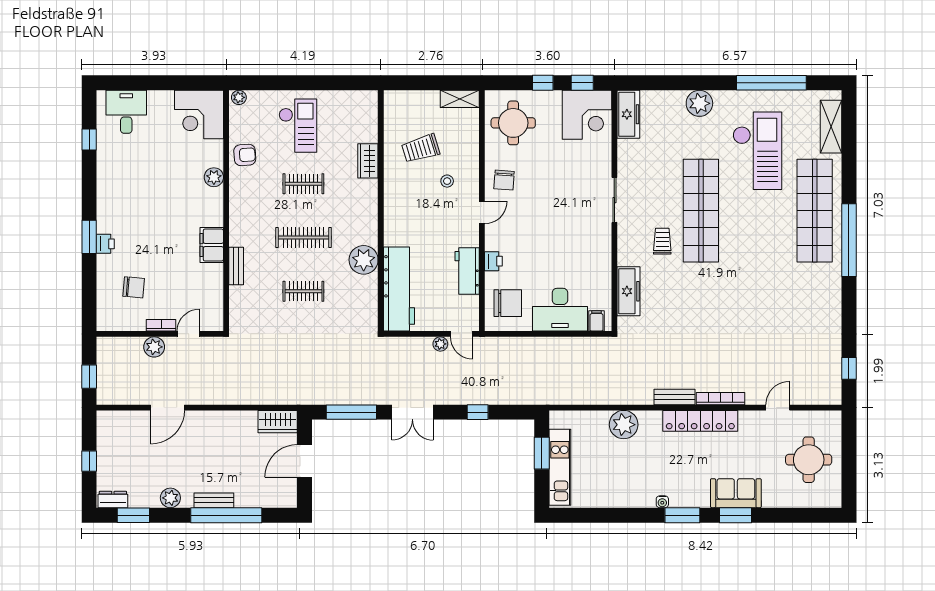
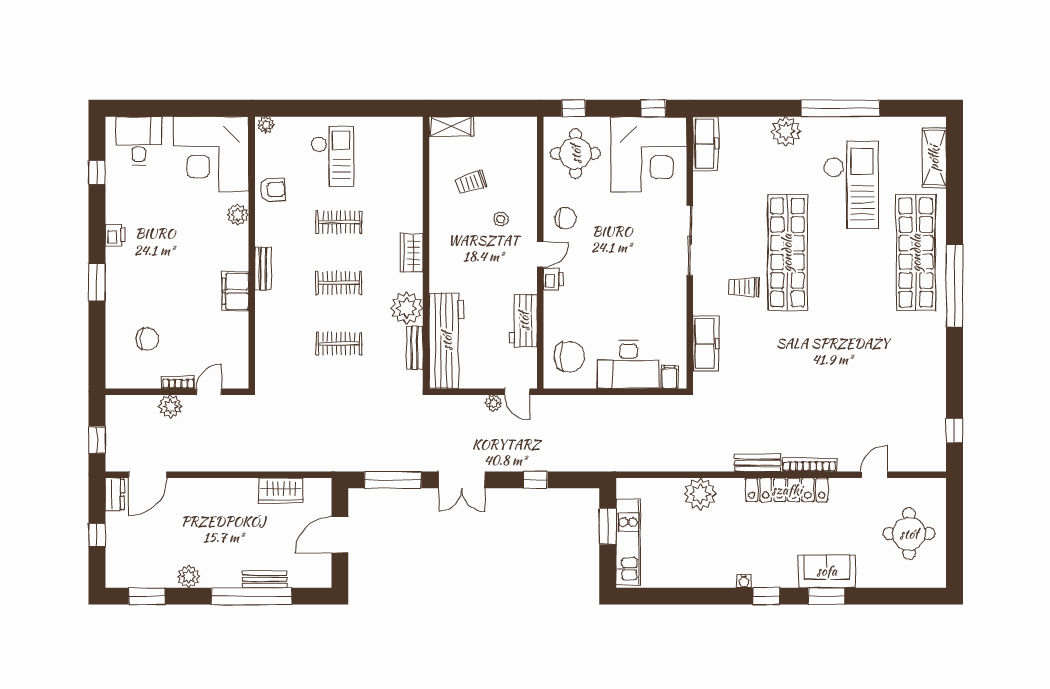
window: (543, 83) -> (574, 108), moved
window: (771, 83) -> (840, 108), moved
shelving: (460, 99) -> (451, 126), moved
corner desk: (199, 115) -> (211, 154), width x1.36, depth x1.36
corner desk: (587, 115) -> (649, 154), width x1.36, depth x1.36
trolley: (421, 149) -> (471, 182), width x0.73, depth x0.72
wardrobe: (368, 161) -> (412, 253), moved
chair: (504, 180) -> (565, 218), turned -94
sliding door: (614, 200) -> (690, 241), width x1.37
clothes rail: (303, 238) -> (339, 283), width x0.73
trolley: (662, 241) -> (744, 287), turned -90
printer: (105, 244) -> (115, 235), moved
printer: (493, 261) -> (553, 279), moved
bench: (236, 266) -> (263, 268), moved
bench: (371, 295) -> (415, 348), added
door: (168, 408) -> (148, 475), moved
wardrobe: (278, 422) -> (281, 491), moved
dresser: (113, 500) -> (115, 494), moved, turned 90
bench: (214, 500) -> (265, 579), moved
window: (682, 515) -> (766, 596), width x0.67

